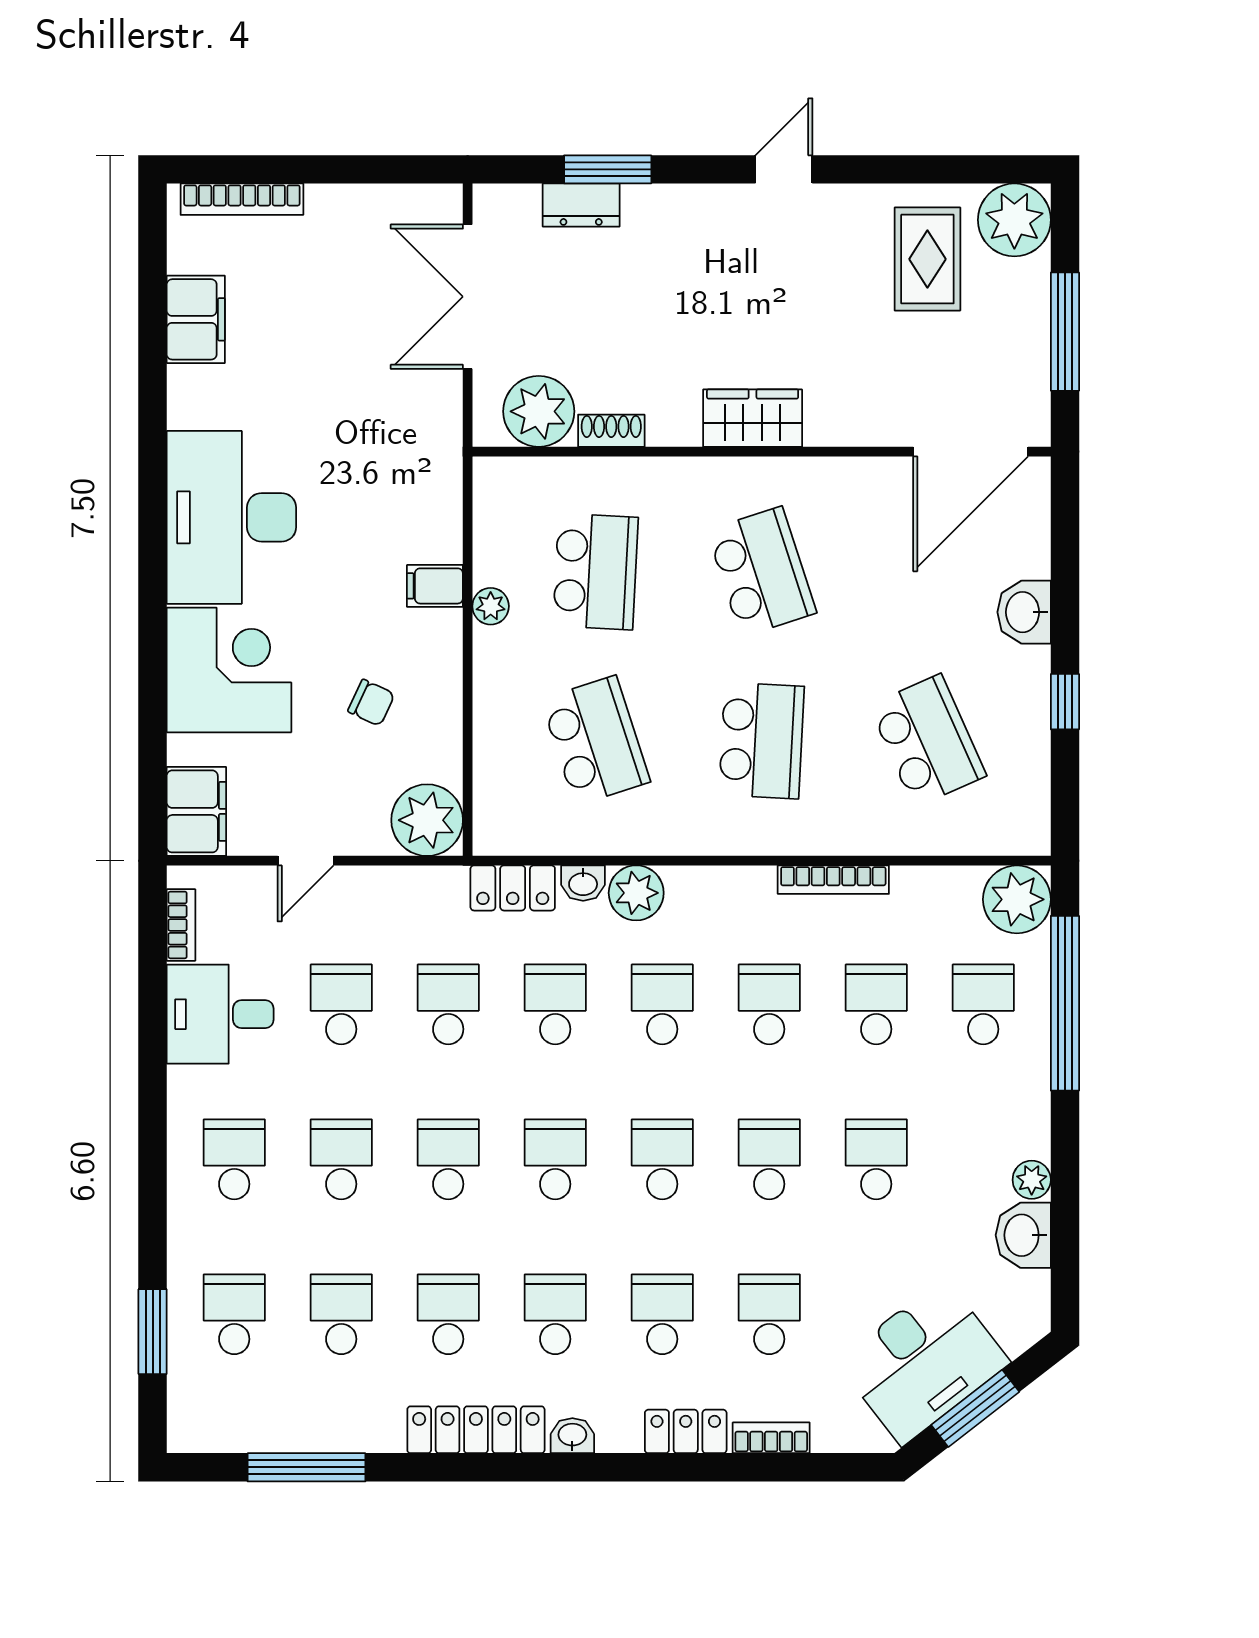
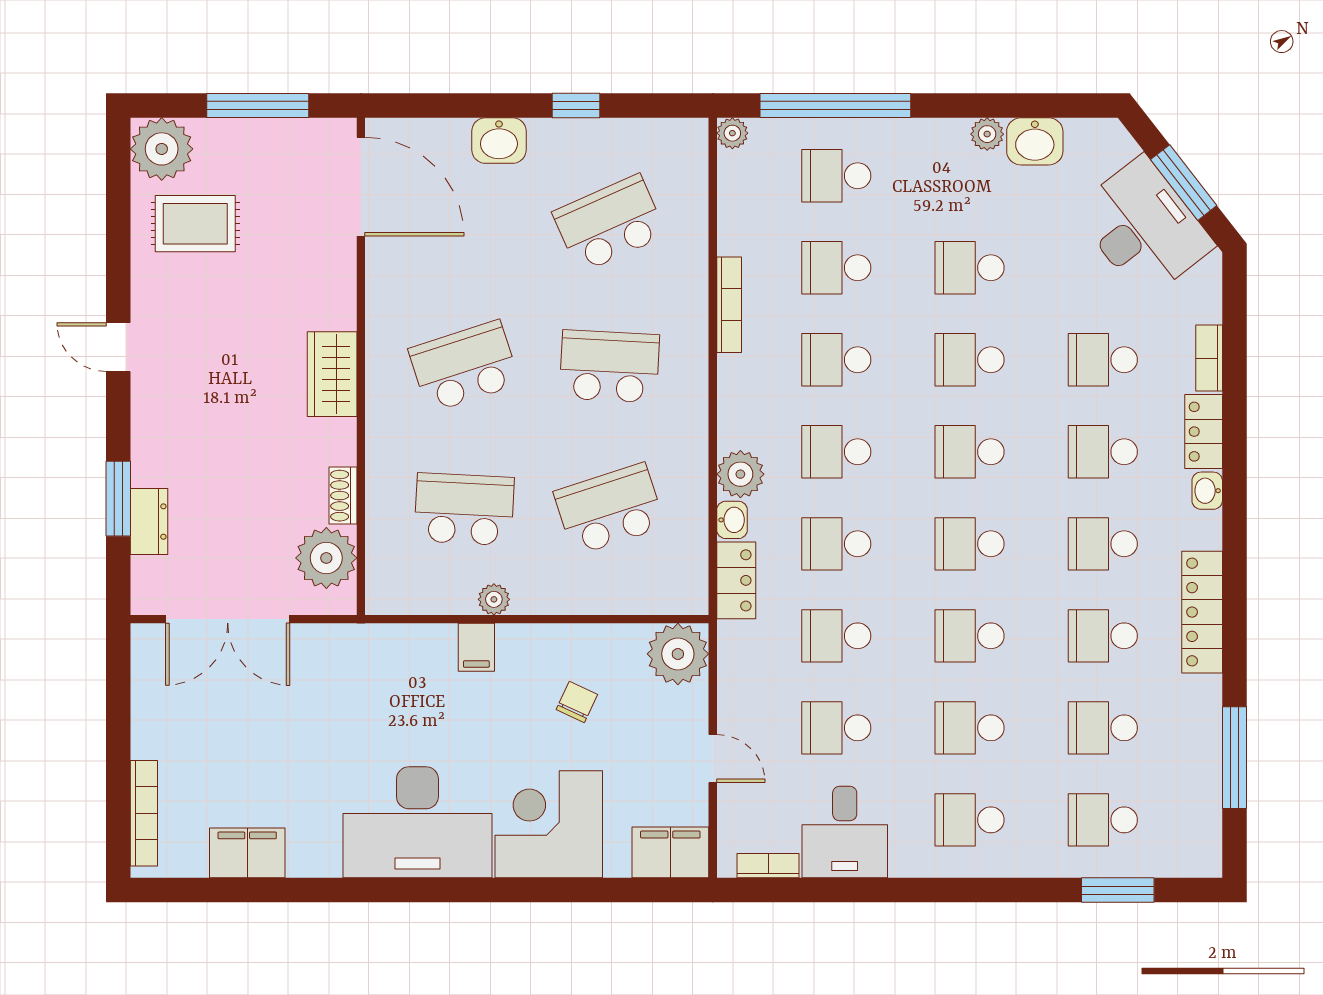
plant: (1017, 899) -> (732, 133), width x0.53, depth x0.53
washbasin: (572, 1436) -> (1207, 491), moved

